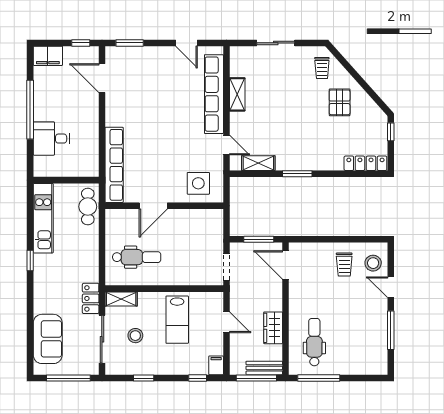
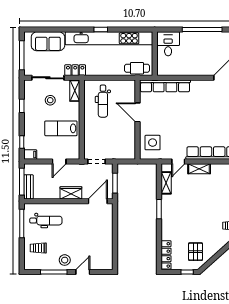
shelving: (237, 94) -> (199, 169), moved
pallet: (340, 102) -> (196, 252), moved, turned 90
desk: (51, 139) -> (168, 44), moved
kitchen unit: (43, 218) -> (109, 38), width x1.86
stool: (373, 263) -> (65, 260), moved
trolley: (344, 265) -> (38, 248), moved
wardrobe: (273, 328) -> (71, 193), moved

